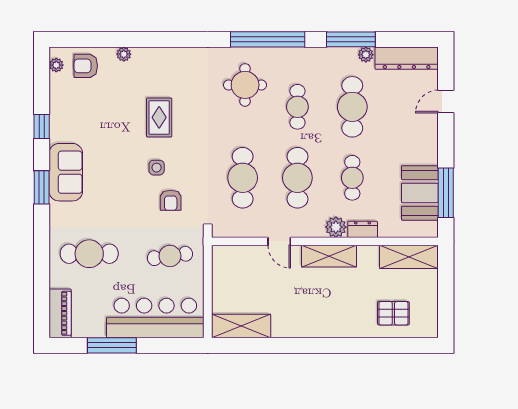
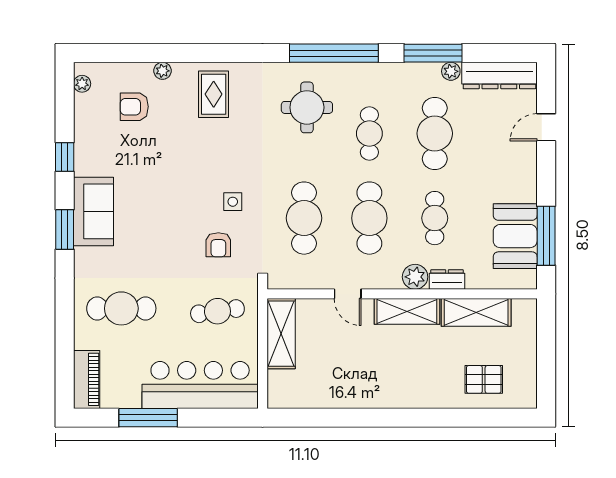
armchair: (86, 66) -> (134, 107), moved
rug: (159, 117) -> (214, 94), moved
side table: (157, 168) -> (233, 202), moved
shelving: (409, 257) -> (476, 312), moved
shelving: (241, 326) -> (281, 334), moved, turned 90

